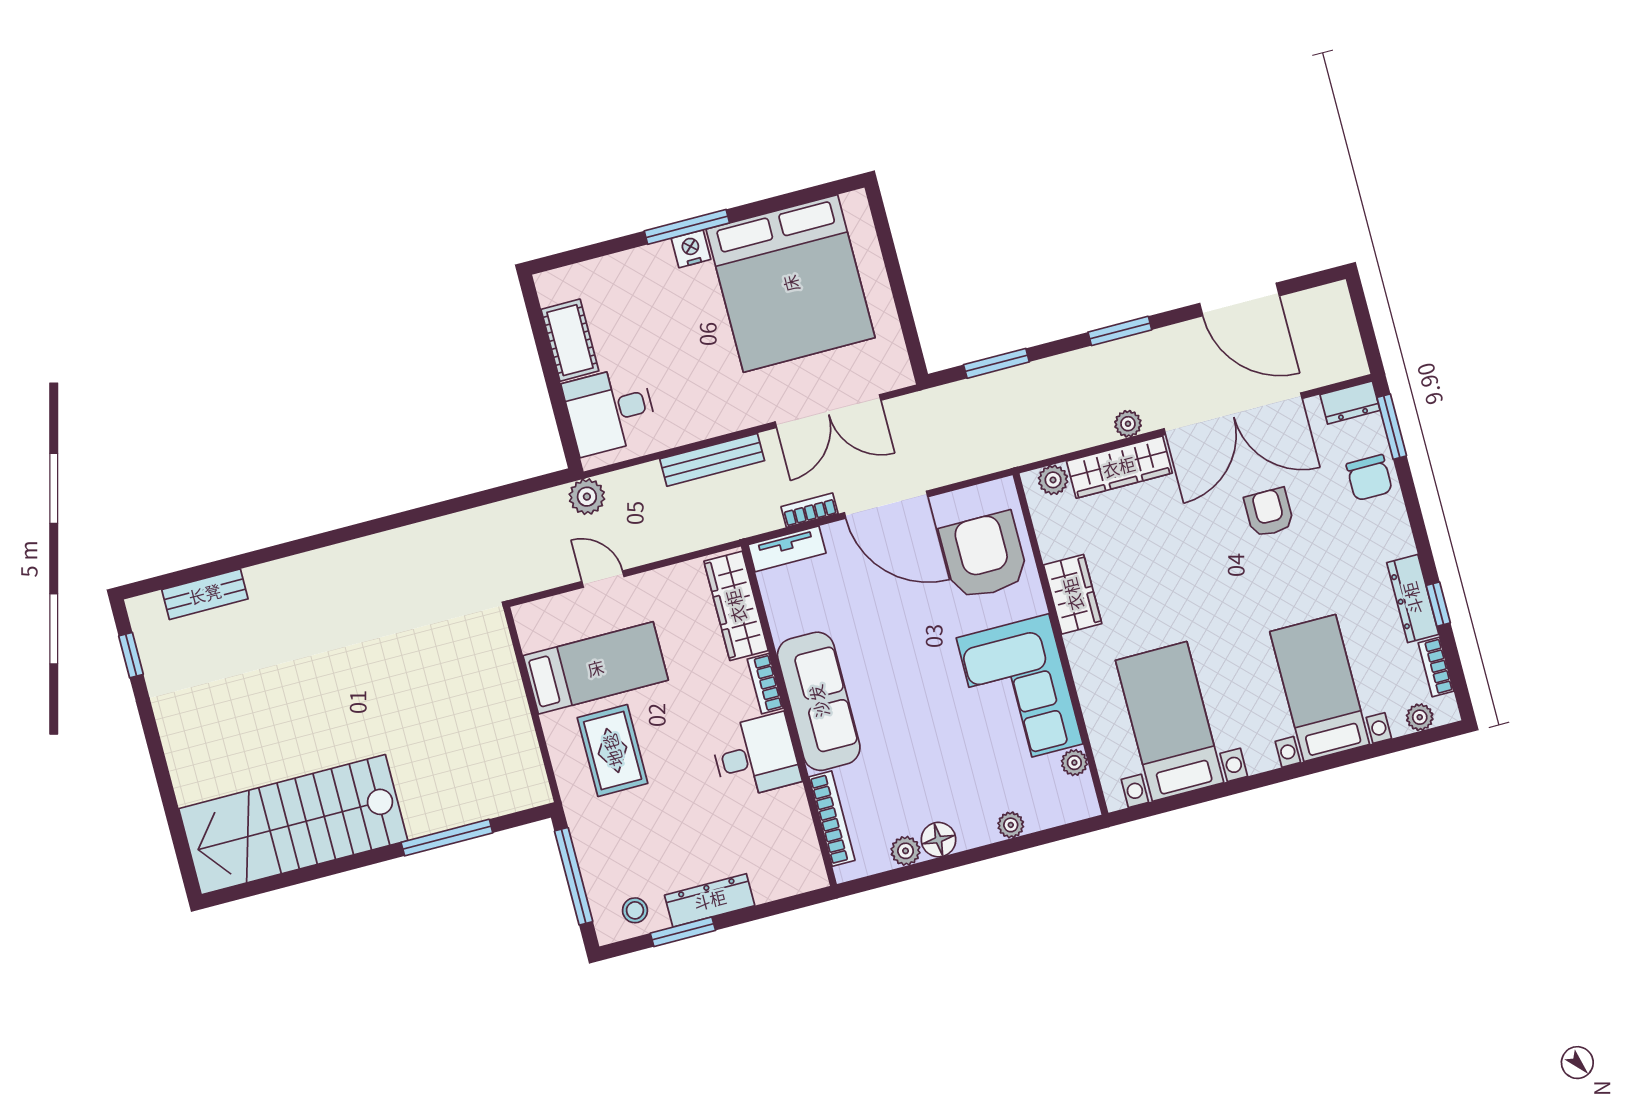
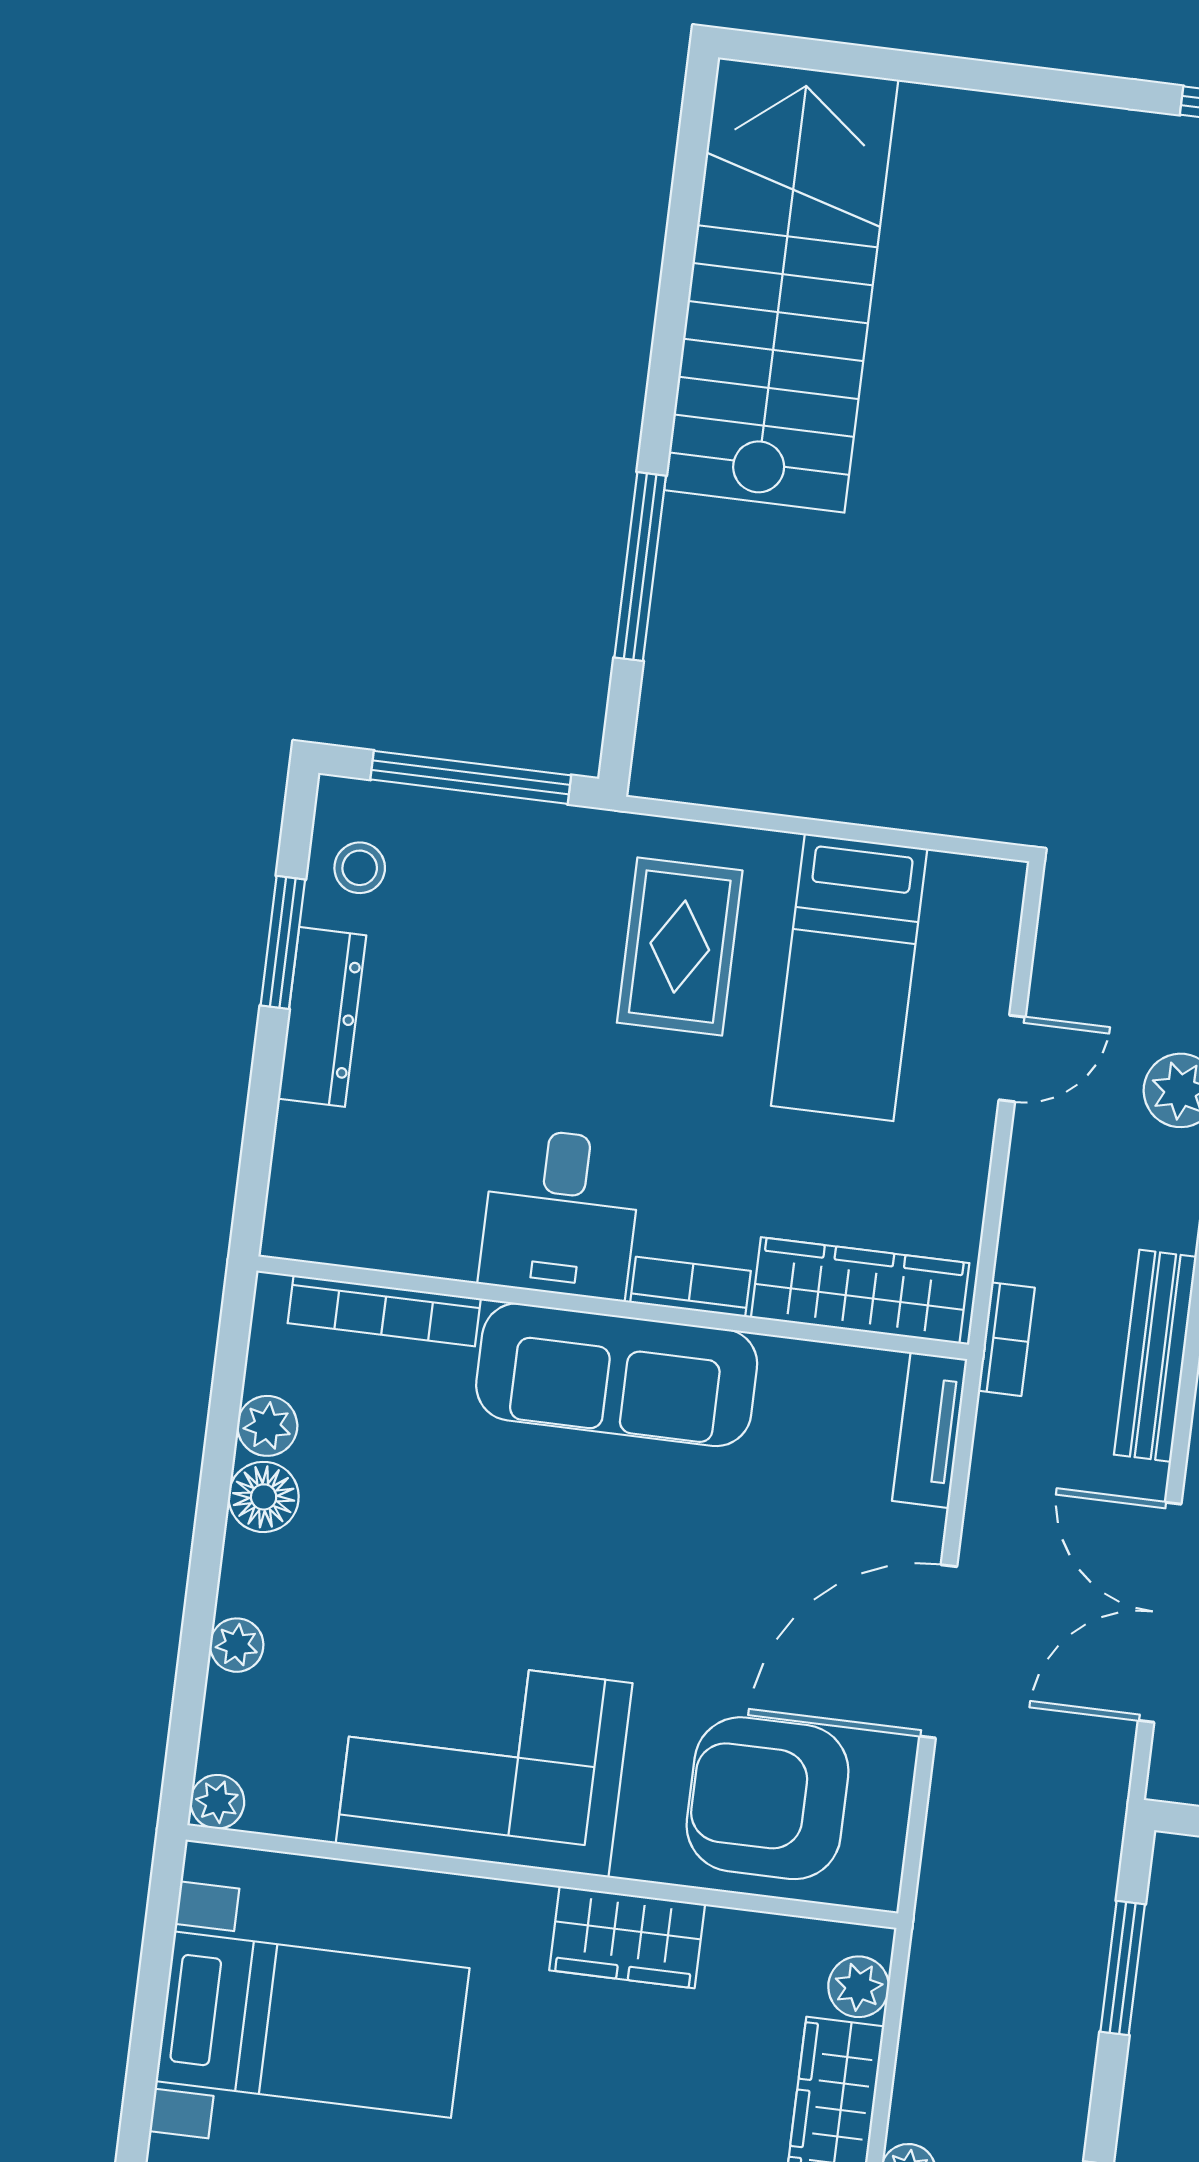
bookcase: (810, 510) -> (1006, 1339), moved
armchair: (984, 556) -> (768, 1798), turned 180
rug: (613, 750) -> (680, 947), turned 90
plant: (1074, 763) -> (217, 1802), moved

